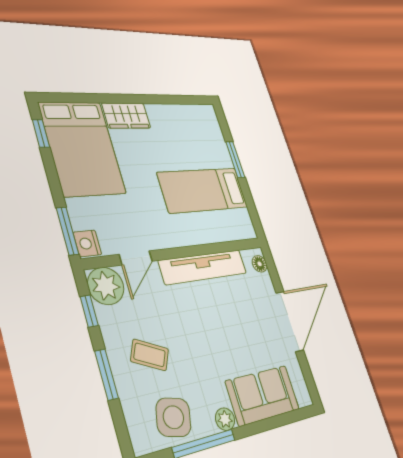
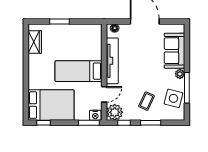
wardrobe: (126, 116) -> (35, 42), moved
bed: (203, 190) -> (79, 71), moved, turned 90
door: (136, 258) -> (104, 94), hinge flipped

